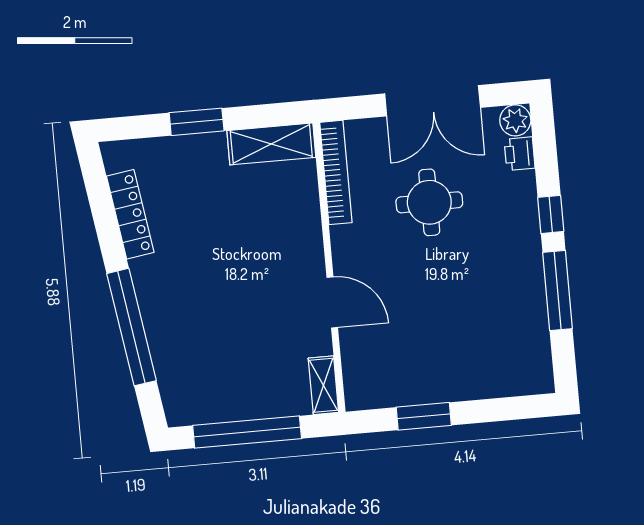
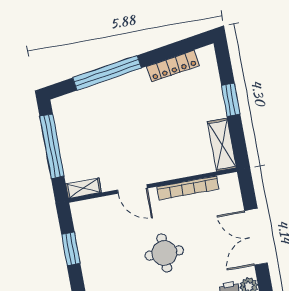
bookcase: (336, 172) -> (188, 188), moved
round table: (429, 202) -> (164, 253), moved
door: (332, 302) -> (132, 189), hinge flipped

